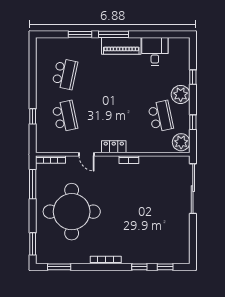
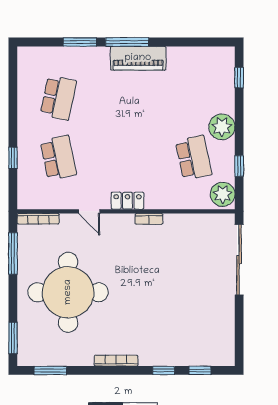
desk: (155, 51) -> (186, 66), removed
window: (193, 77) -> (239, 78), moved

